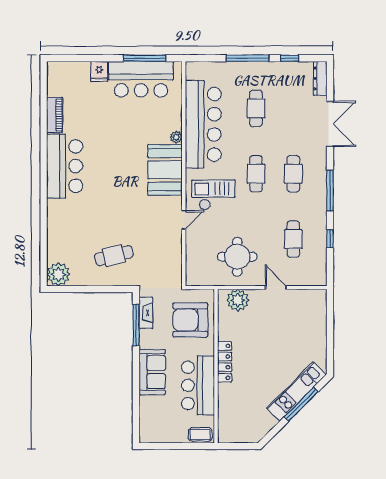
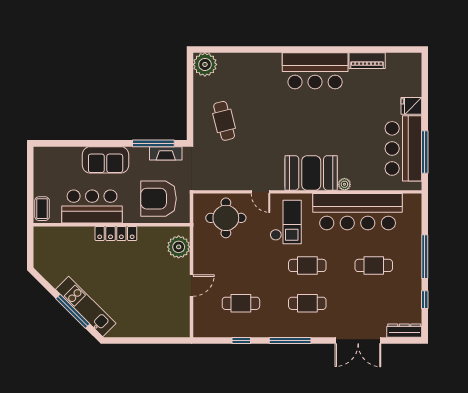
round table: (237, 257) -> (226, 218), moved
armchair: (190, 320) -> (159, 199), turned -90

